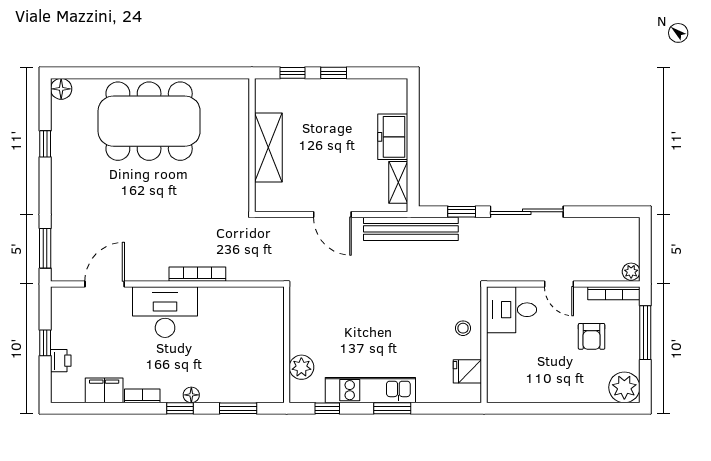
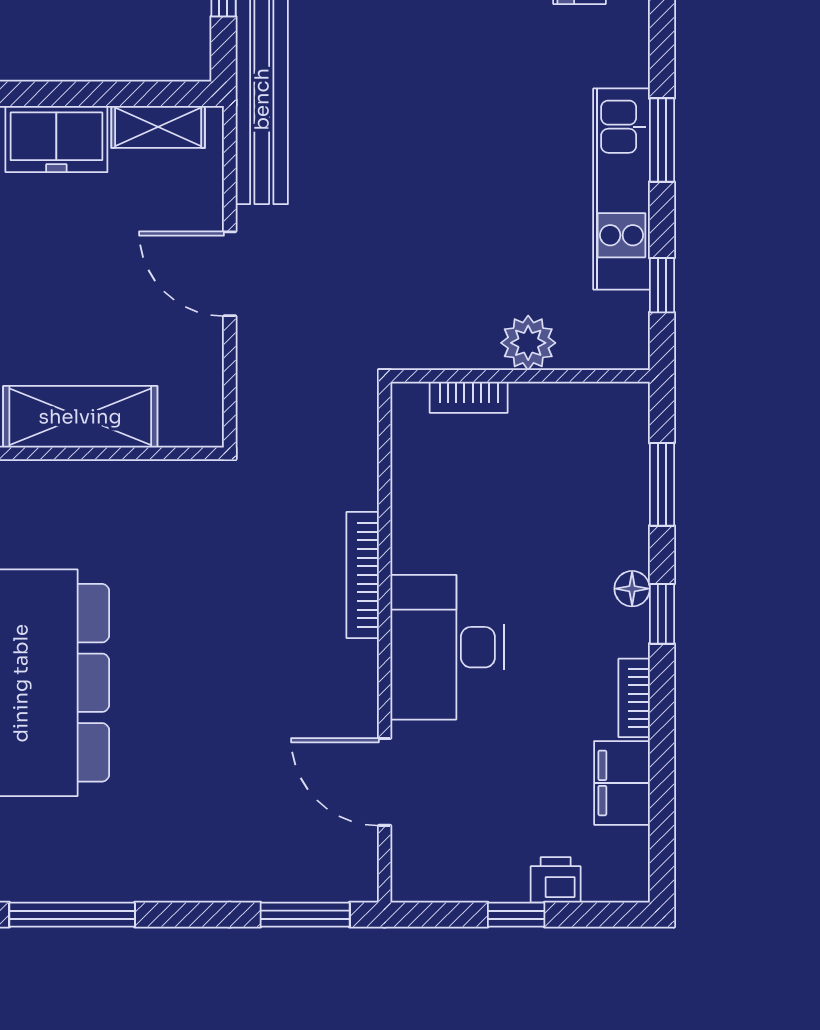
window: (45, 144) -> (72, 915), width x2.17
door: (332, 215) -> (230, 274), swing flipped
bookcase: (277, 322) -> (469, 397), added
plant: (301, 367) -> (528, 343), moved

